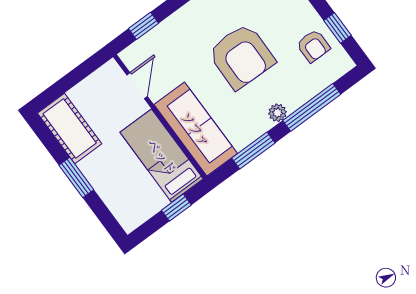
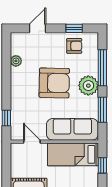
plant: (278, 113) -> (88, 86), width x1.88, depth x1.88

